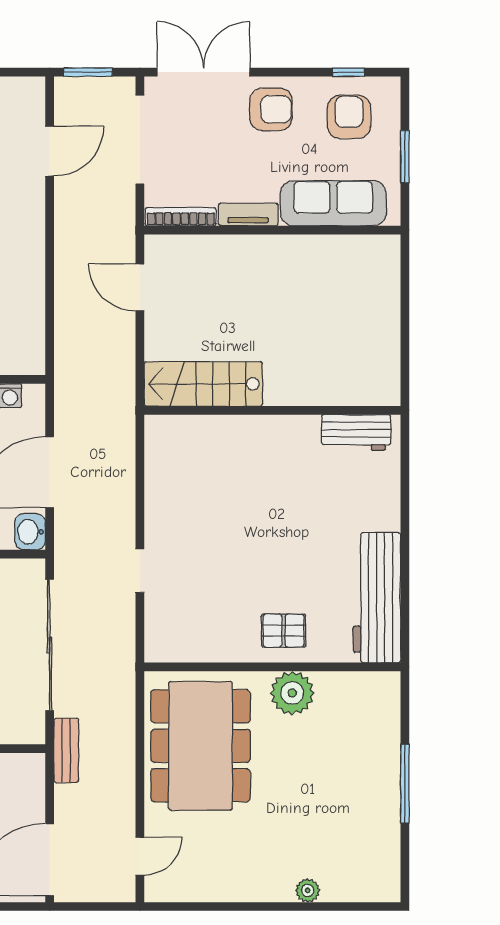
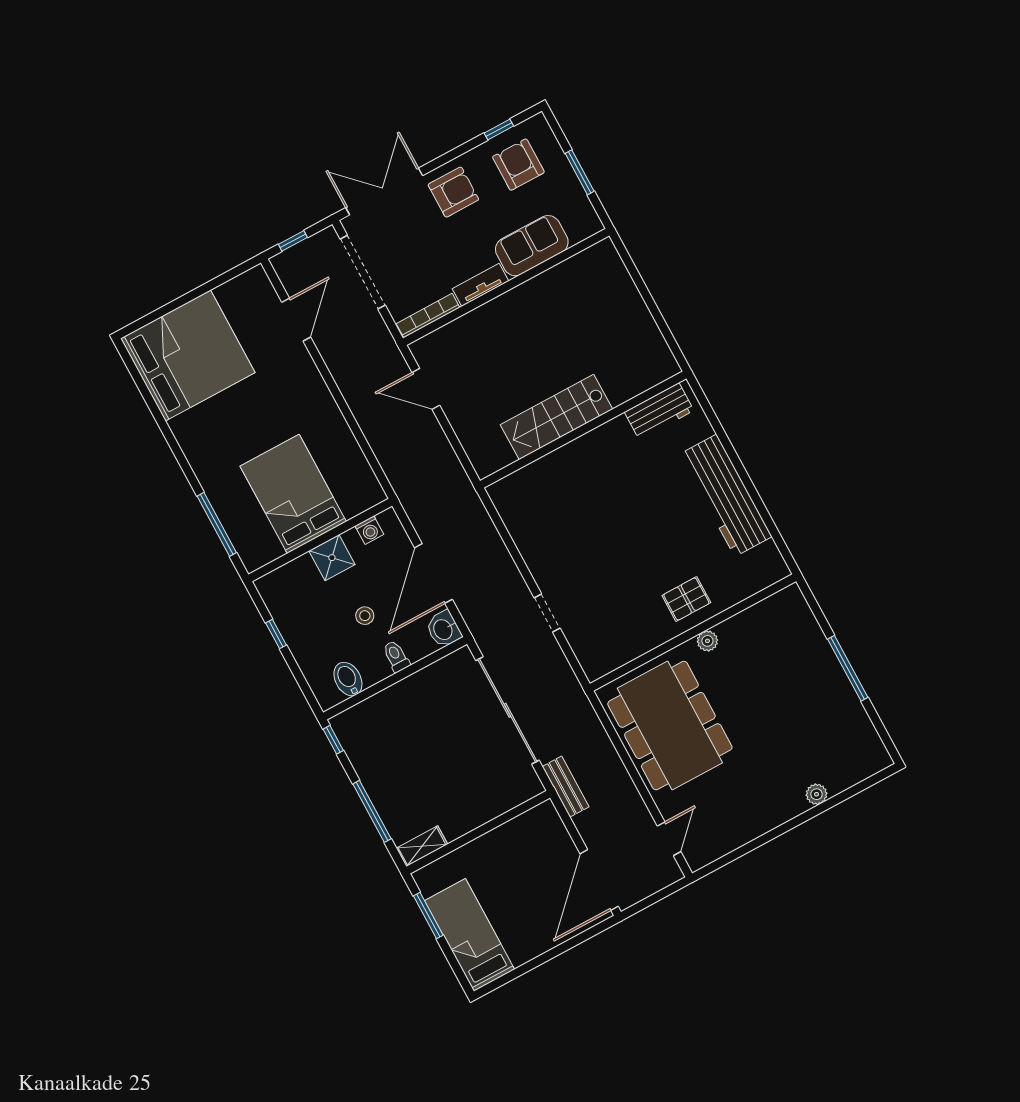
window: (88, 72) -> (293, 241), width x0.67
sofa: (333, 203) -> (532, 246), width x0.73
stairs: (203, 384) -> (557, 417), moved
workbench: (377, 598) -> (726, 495), moved
plant: (292, 693) -> (707, 641), width x0.53, depth x0.53

